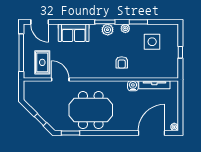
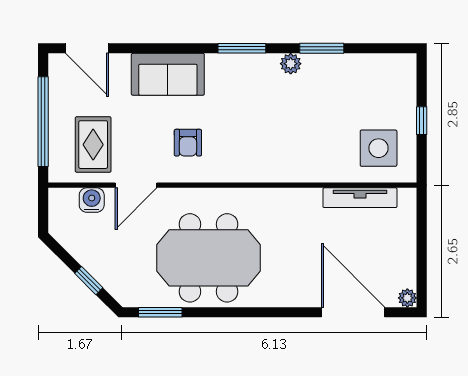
plant: (108, 30) -> (248, 67), removed
side table: (152, 42) -> (379, 148), moved
armchair: (122, 62) -> (188, 143), moved
door: (60, 79) -> (136, 185), swing flipped
water cooler: (133, 86) -> (92, 200), moved
door: (152, 133) -> (353, 312), hinge flipped

